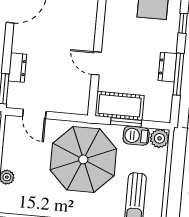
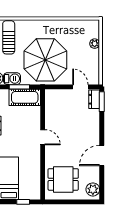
door: (96, 63) -> (43, 137), moved
dresser: (17, 68) -> (94, 99), moved

